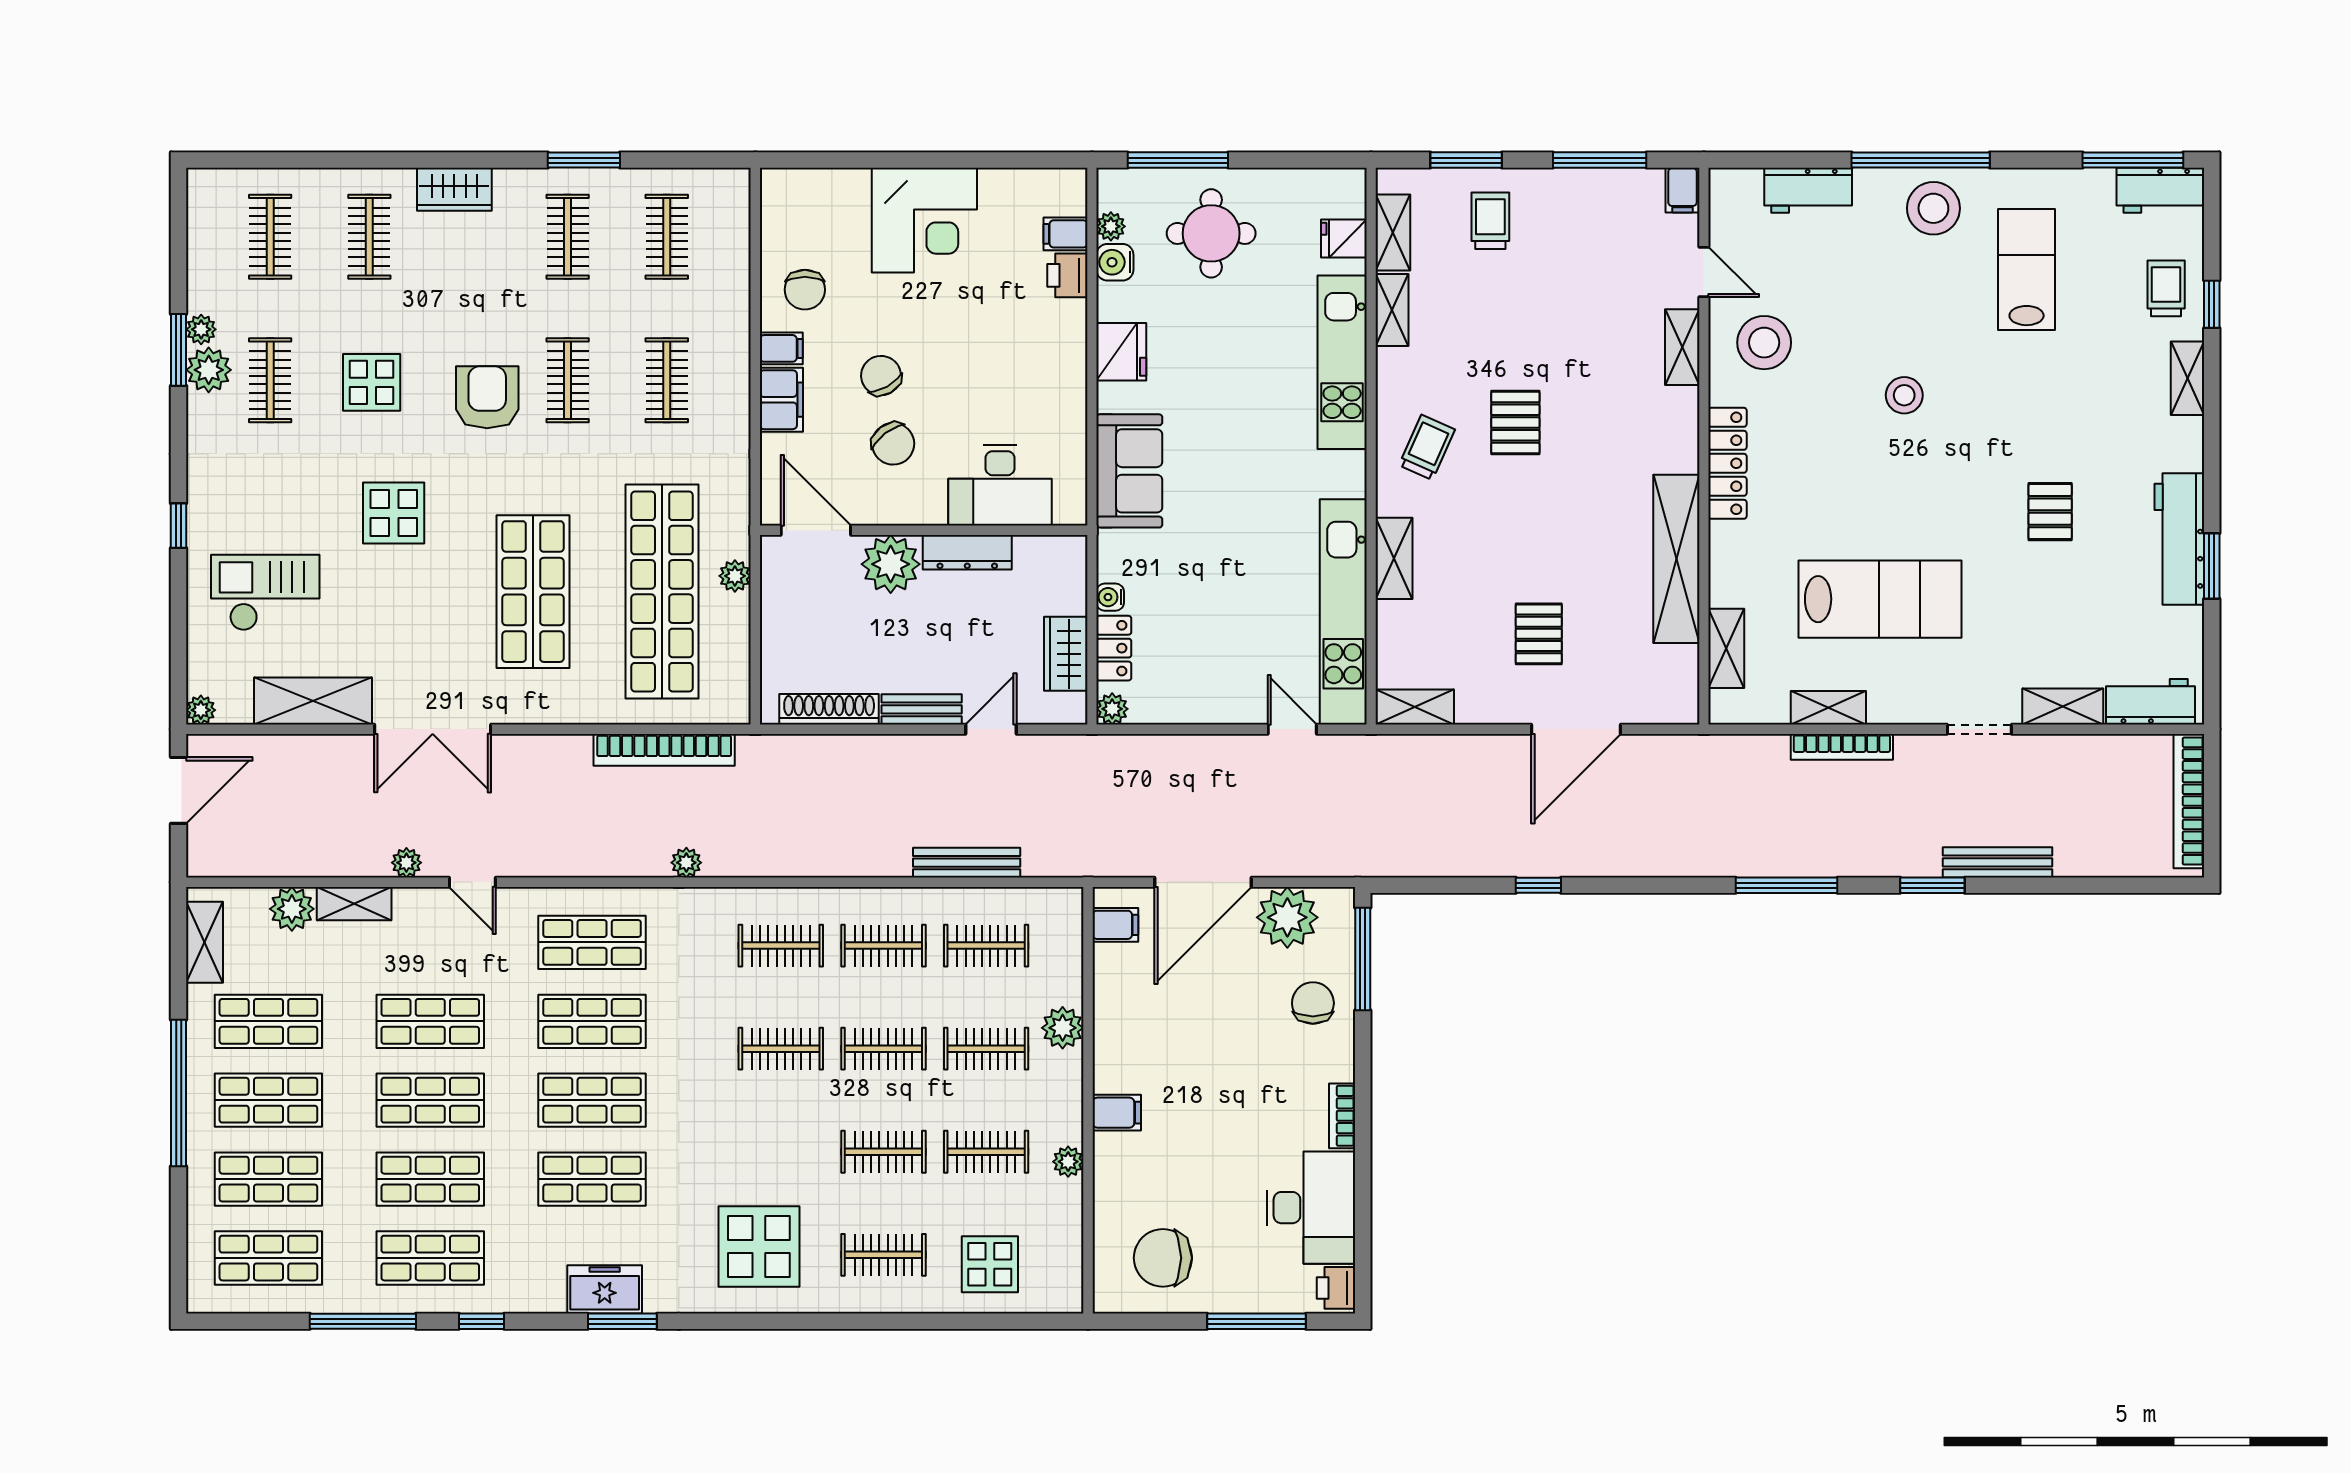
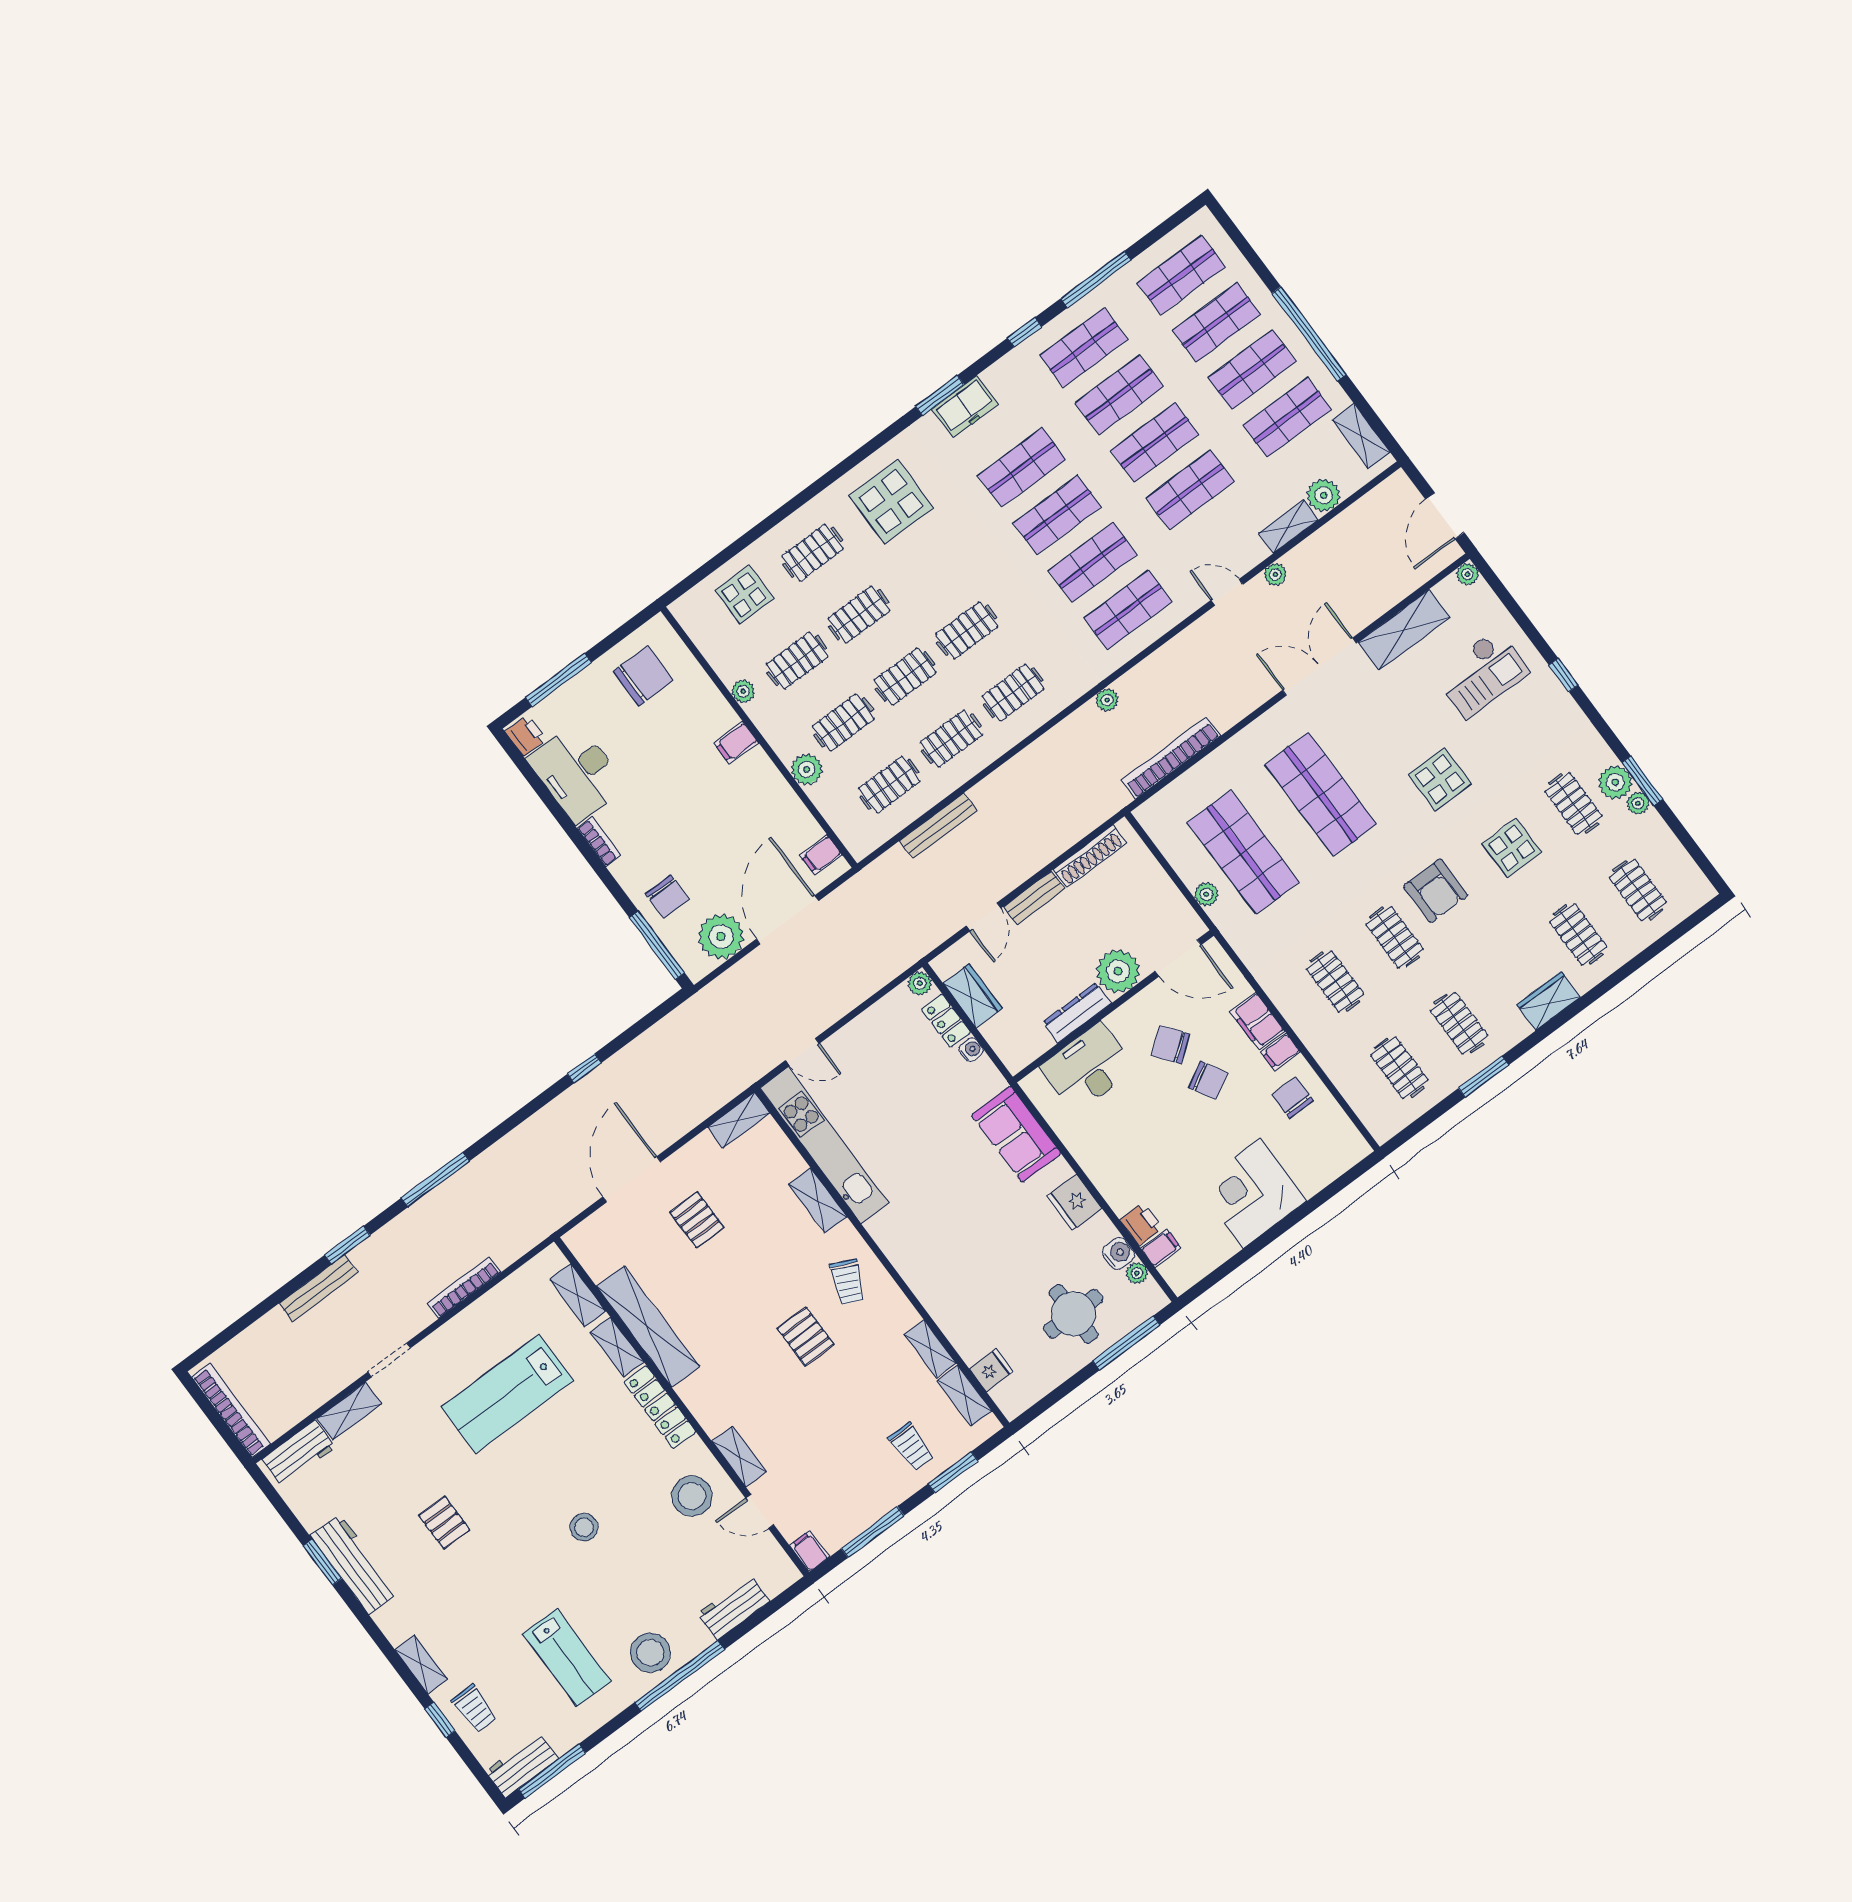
kitchen unit: (1342, 362) -> (937, 1295), removed
shop shelf: (662, 592) -> (1243, 852), width x0.71
shelving: (1828, 708) -> (617, 1347), moved, turned 90

